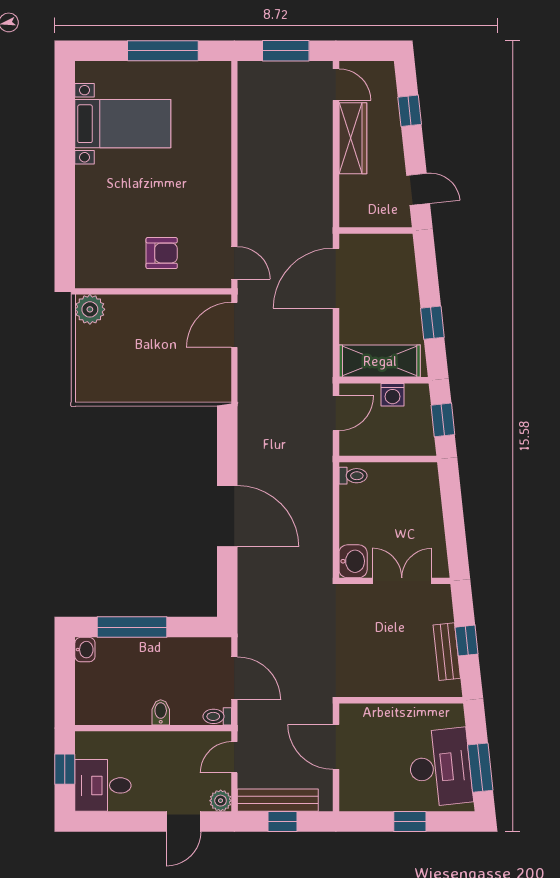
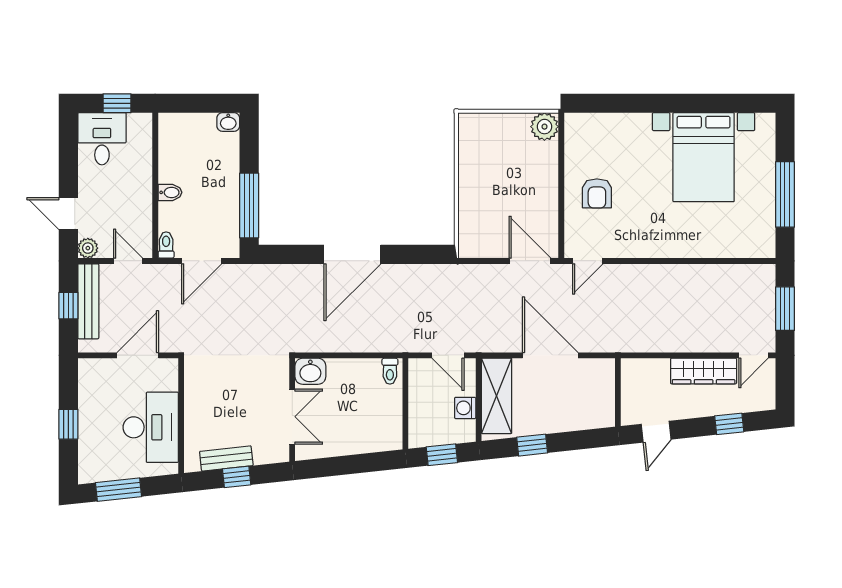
bed with nightstands: (123, 124) -> (704, 157), width x1.36
door: (336, 278) -> (550, 355), moved
window: (132, 627) -> (249, 206), moved
desk: (440, 767) -> (151, 427), moved, turned -84

